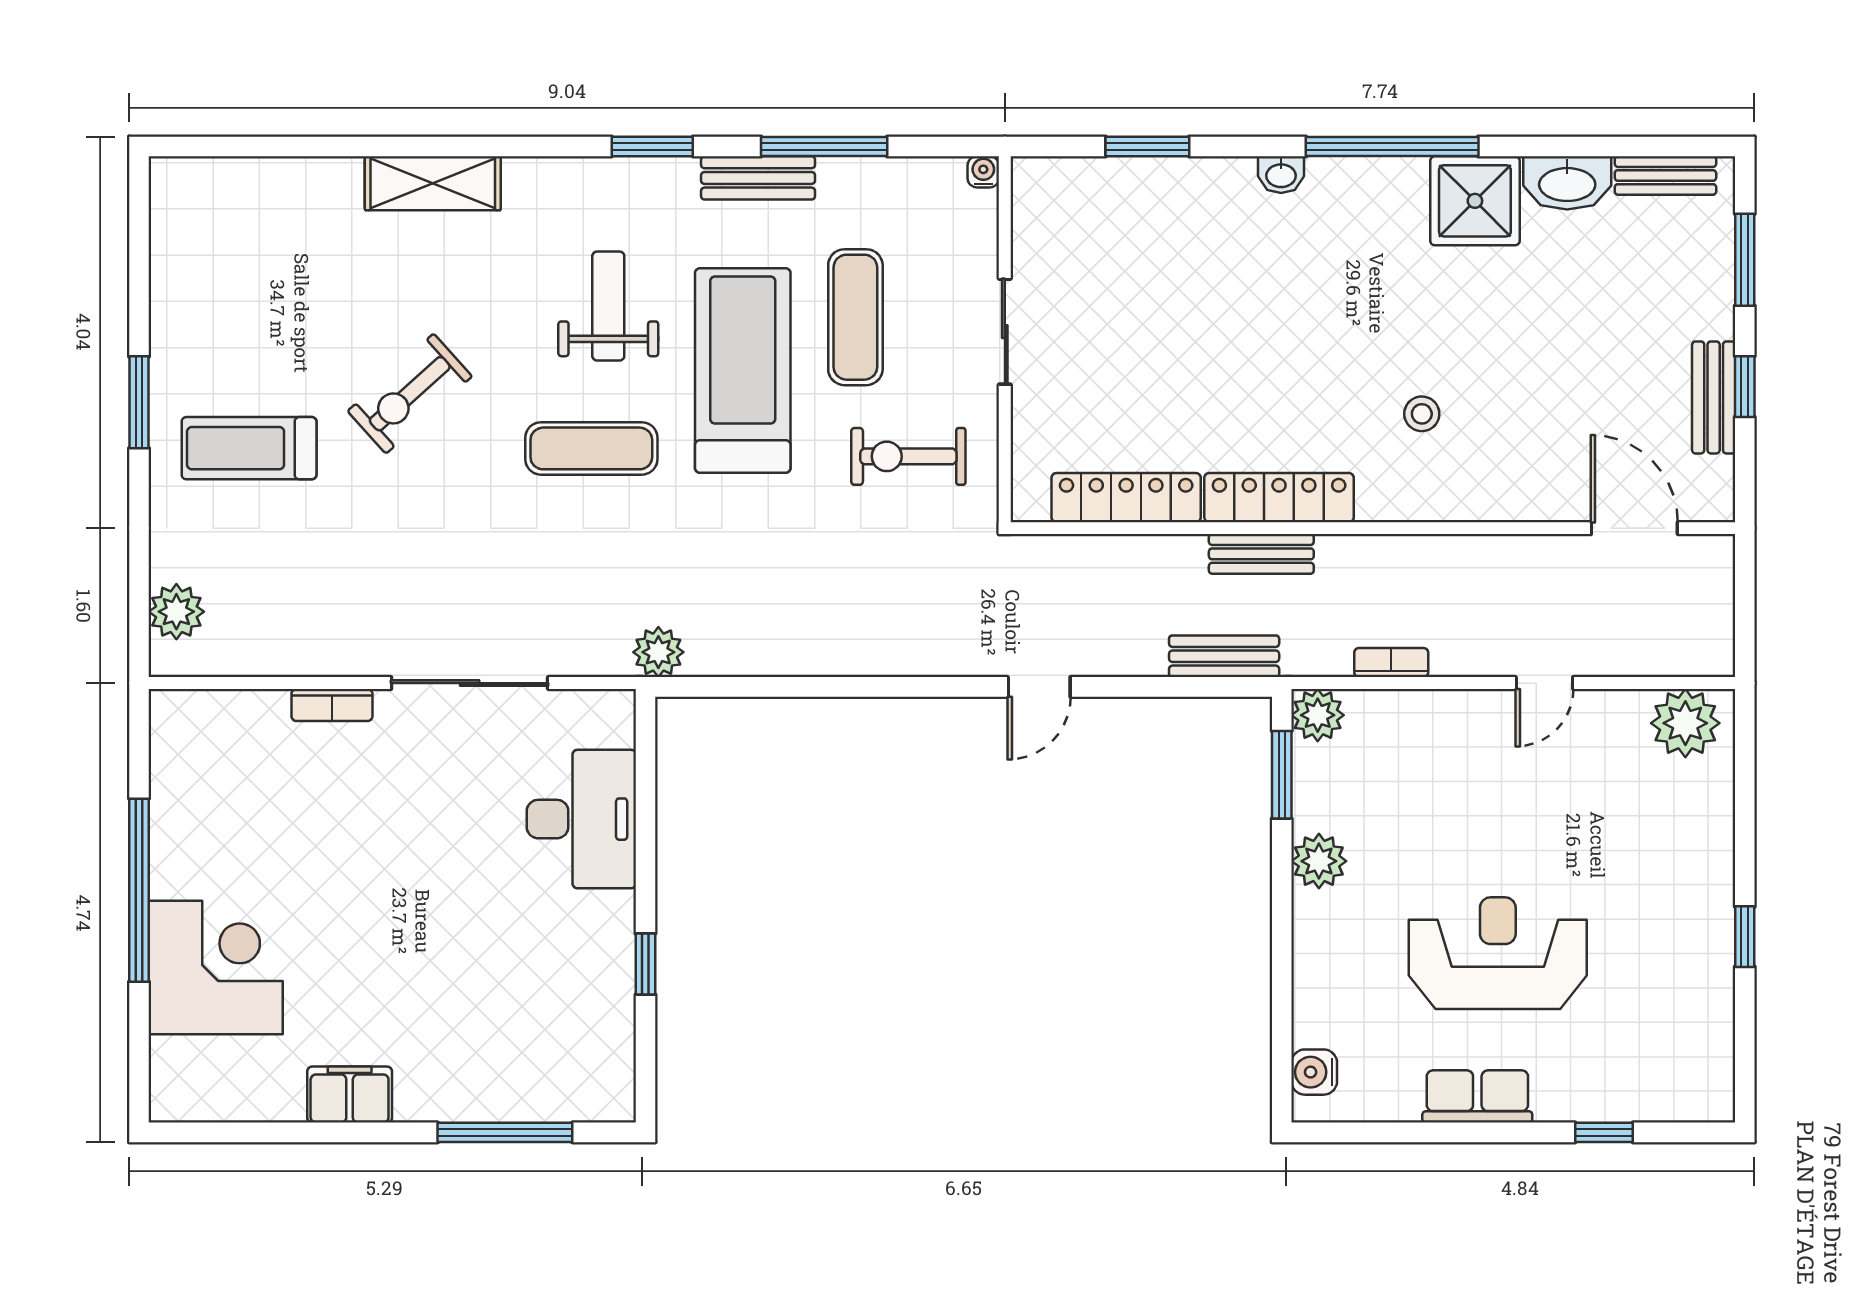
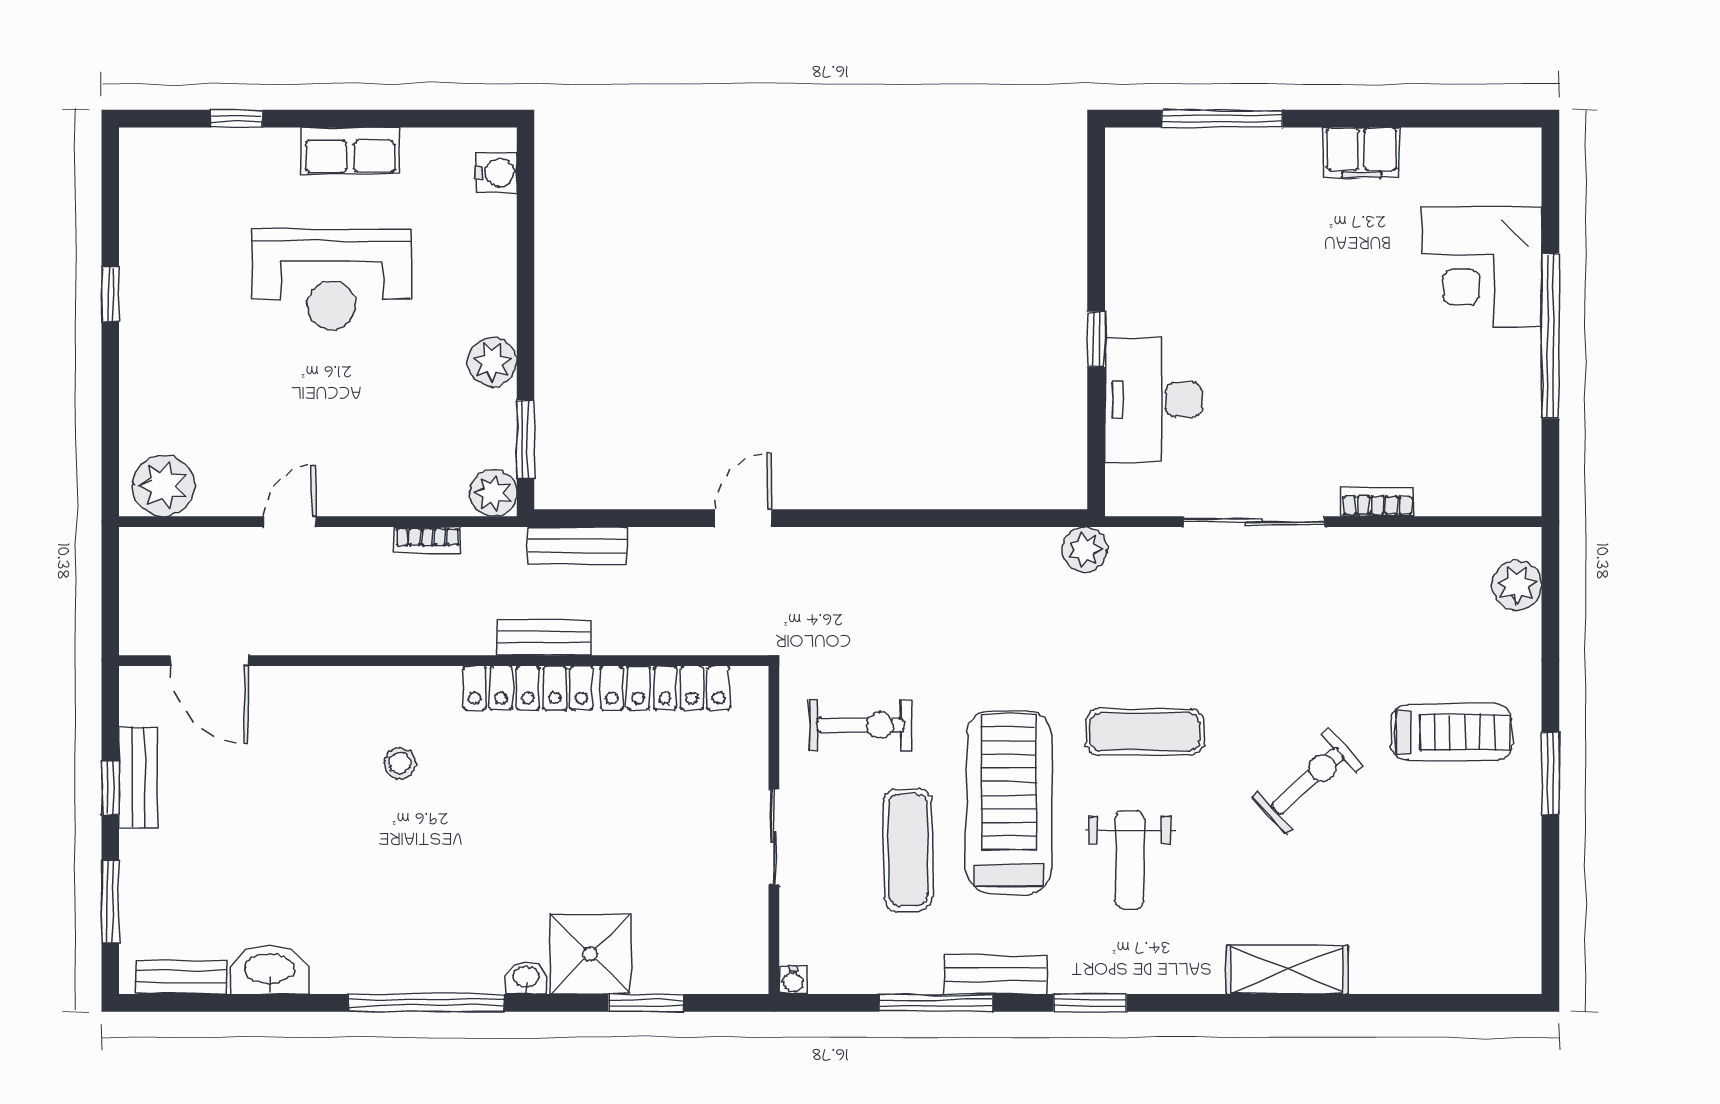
shower: (1475, 201) -> (590, 954), moved
treadmill: (743, 370) -> (1009, 802), turned 180
window: (645, 964) -> (1096, 339), moved

